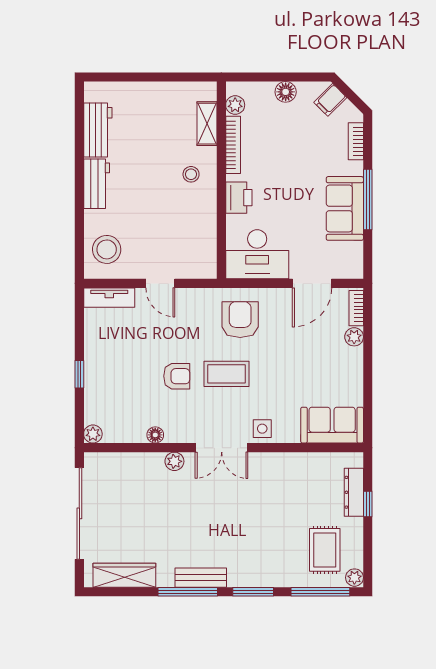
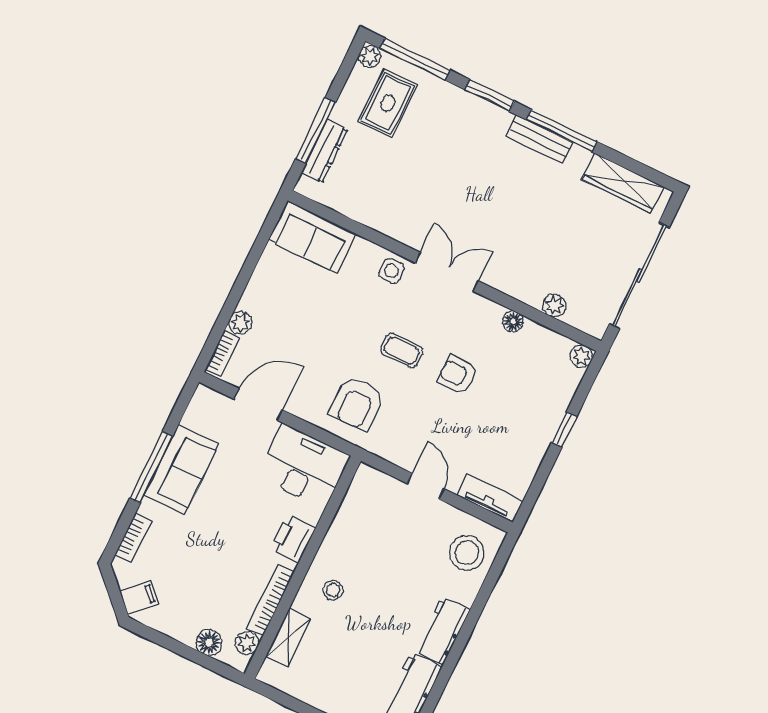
floor lamp: (286, 92) -> (209, 642), moved
coffee table: (227, 374) -> (401, 351), width x0.73, depth x0.77
plant: (174, 461) -> (554, 306), moved
window: (368, 504) -> (315, 131), width x2.17

